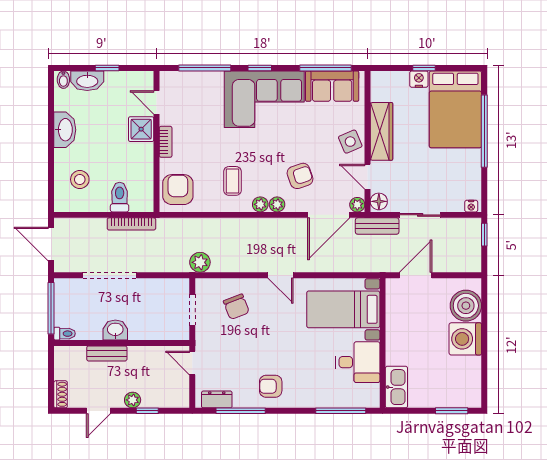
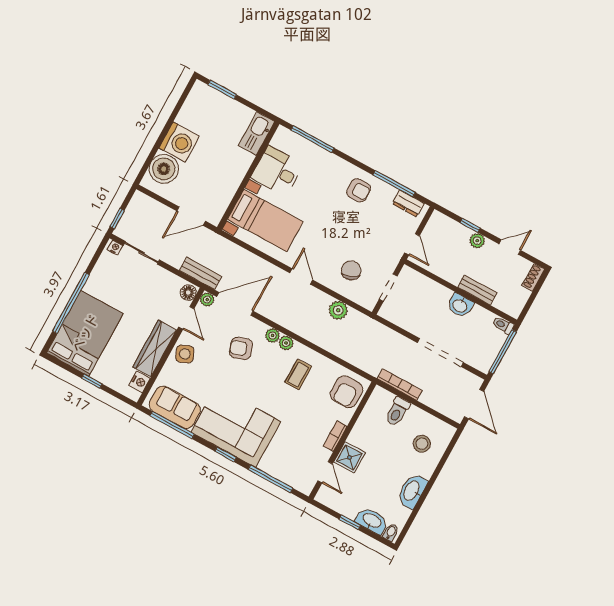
nightstand: (419, 79) -> (140, 382), moved, turned -90
sliding door: (420, 215) -> (141, 253), moved
plant: (200, 262) -> (338, 310), moved

